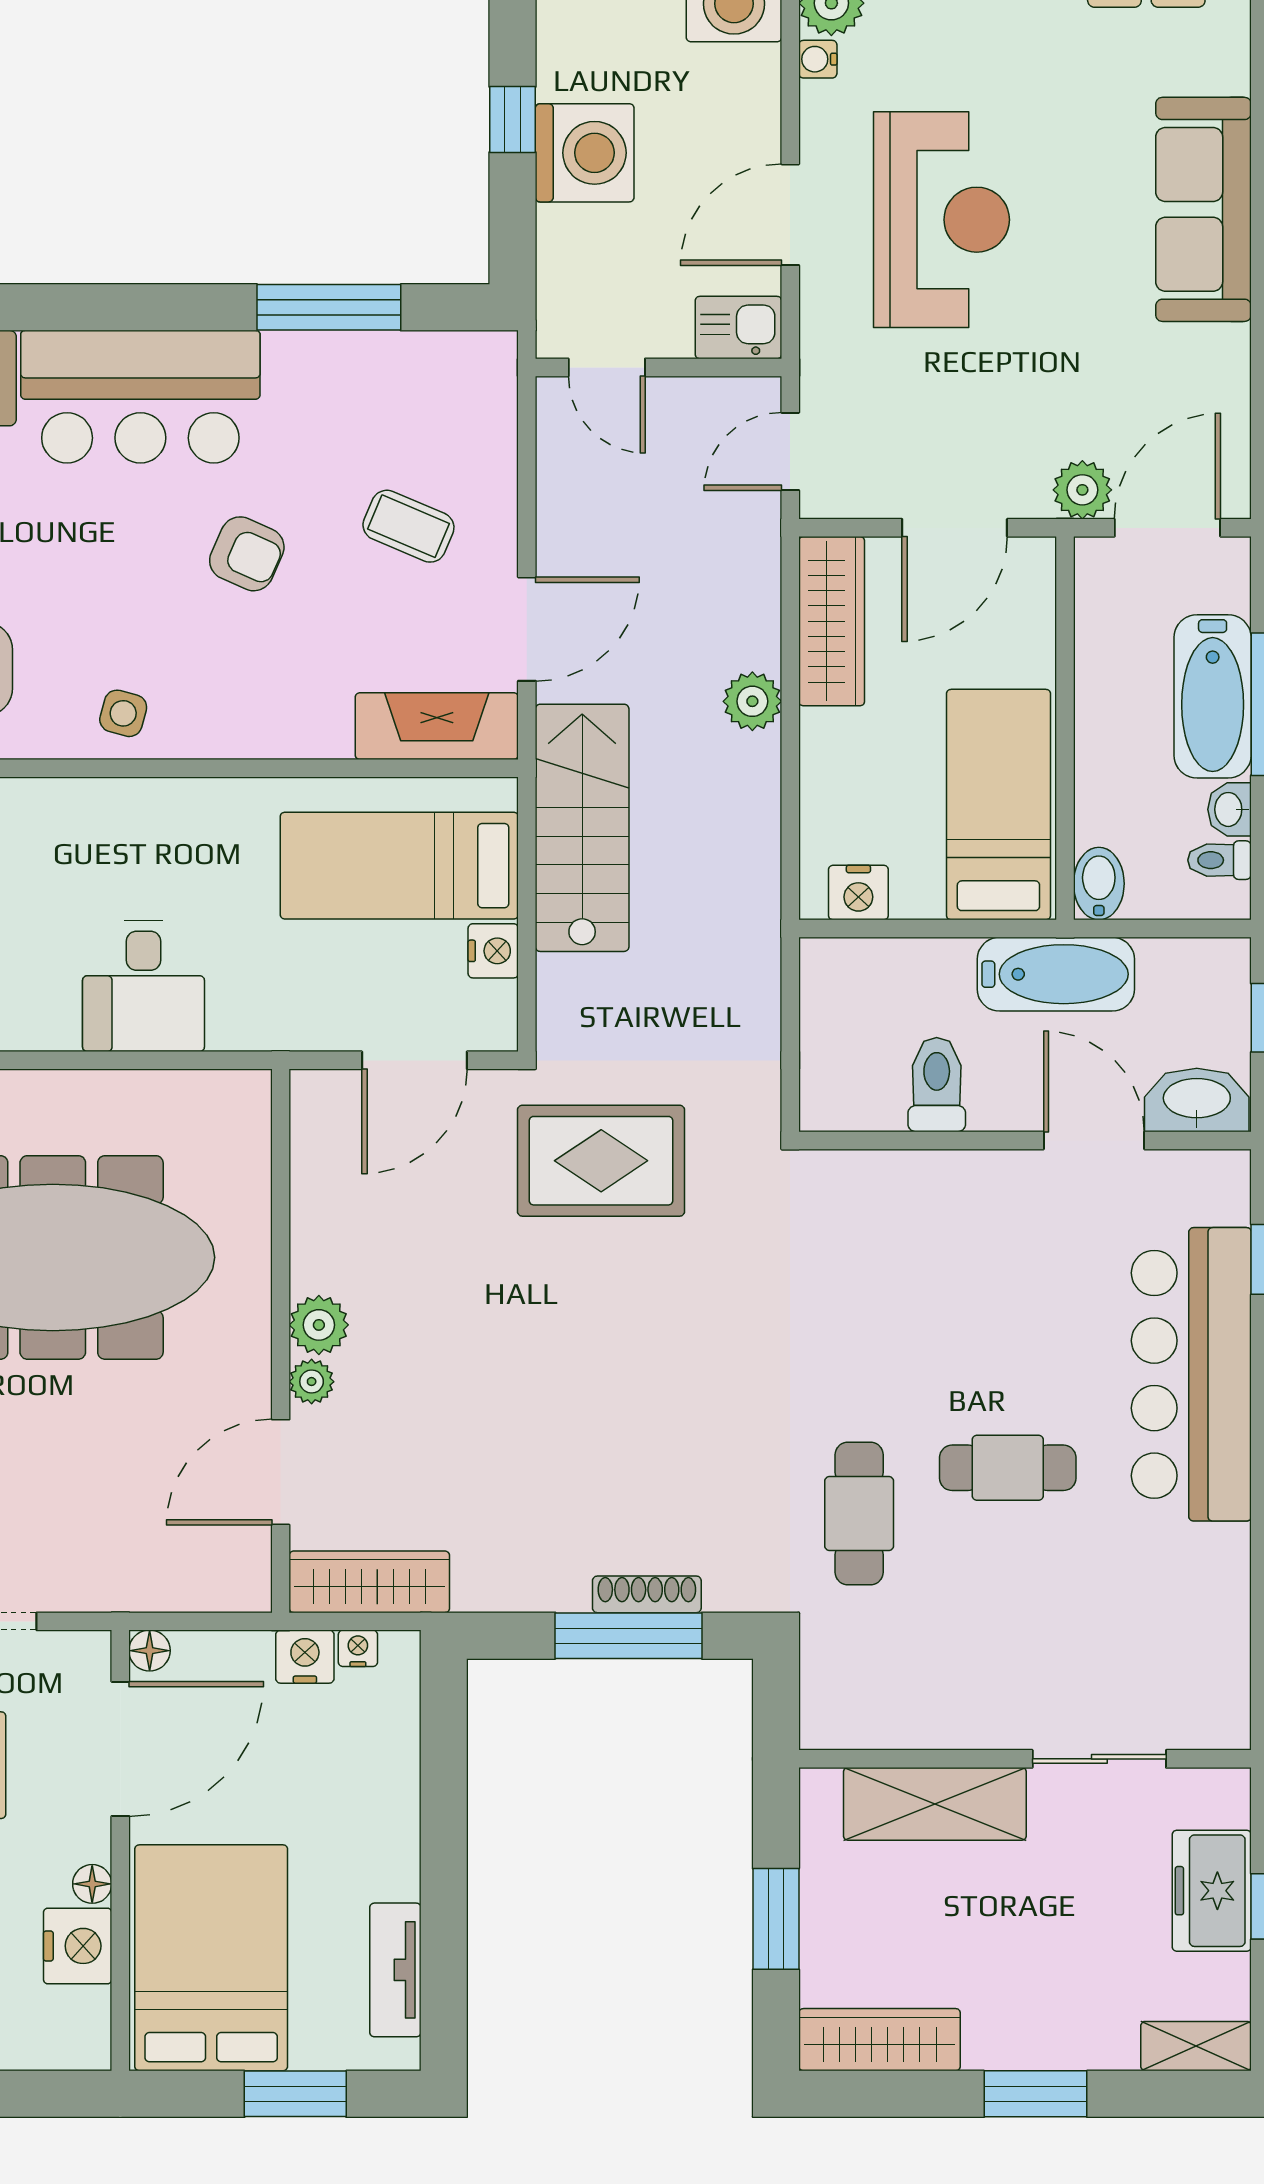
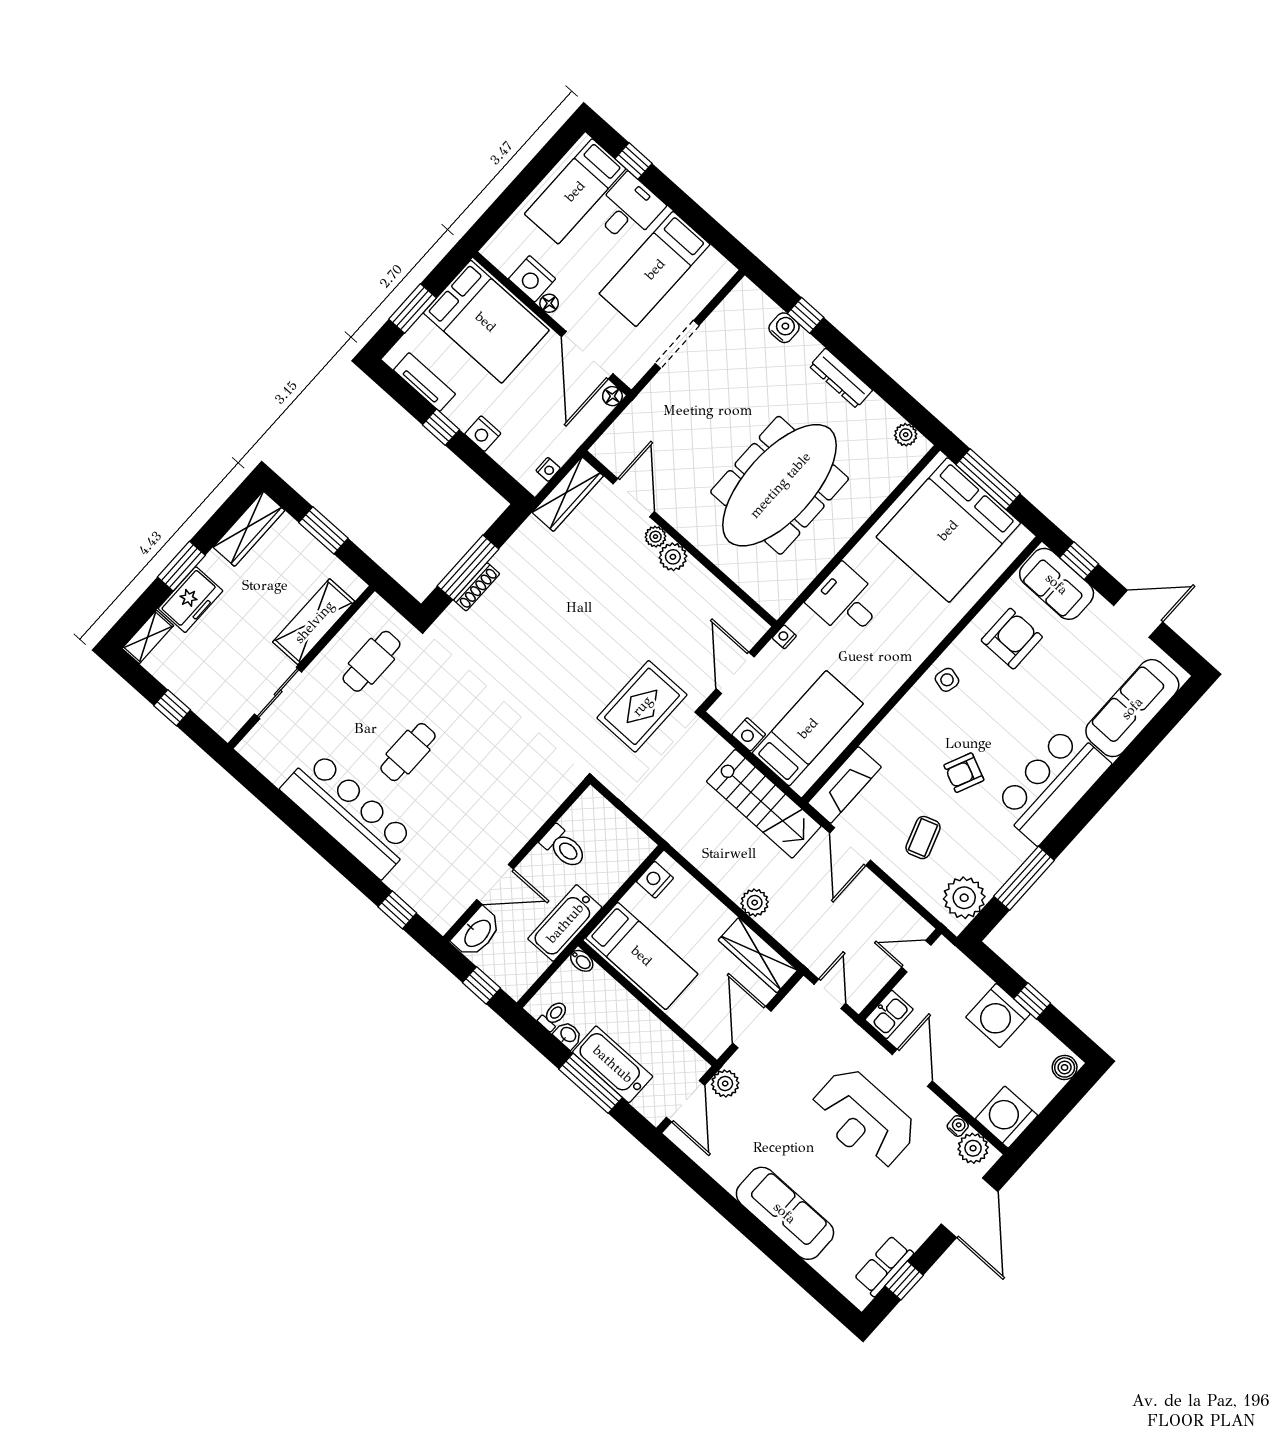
plant: (445, 375) -> (964, 898), added
coffee table: (408, 526) -> (923, 838), turned -42
bidet: (1099, 884) -> (582, 961), width x0.72, depth x0.74
nightstand: (287, 1033) -> (784, 637), added
bar counter: (1191, 1374) -> (349, 814), moved
cafe table: (859, 1513) -> (371, 661), moved, turned 90
nightstand: (305, 1657) -> (483, 434), moved, turned 90
window: (444, 1879) -> (441, 427), added
freezer: (1212, 1891) -> (190, 600), moved, turned 90

